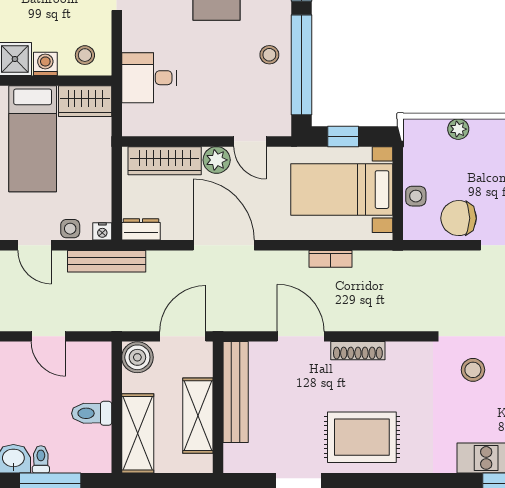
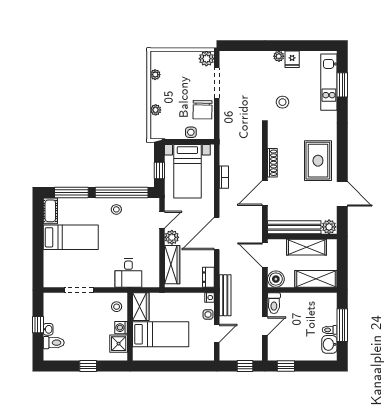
toilet: (92, 413) -> (274, 303), moved
plant: (236, 458) -> (329, 227), added

